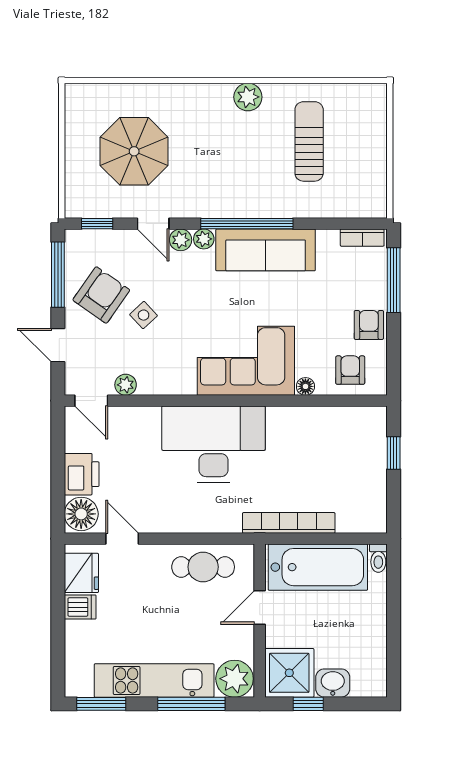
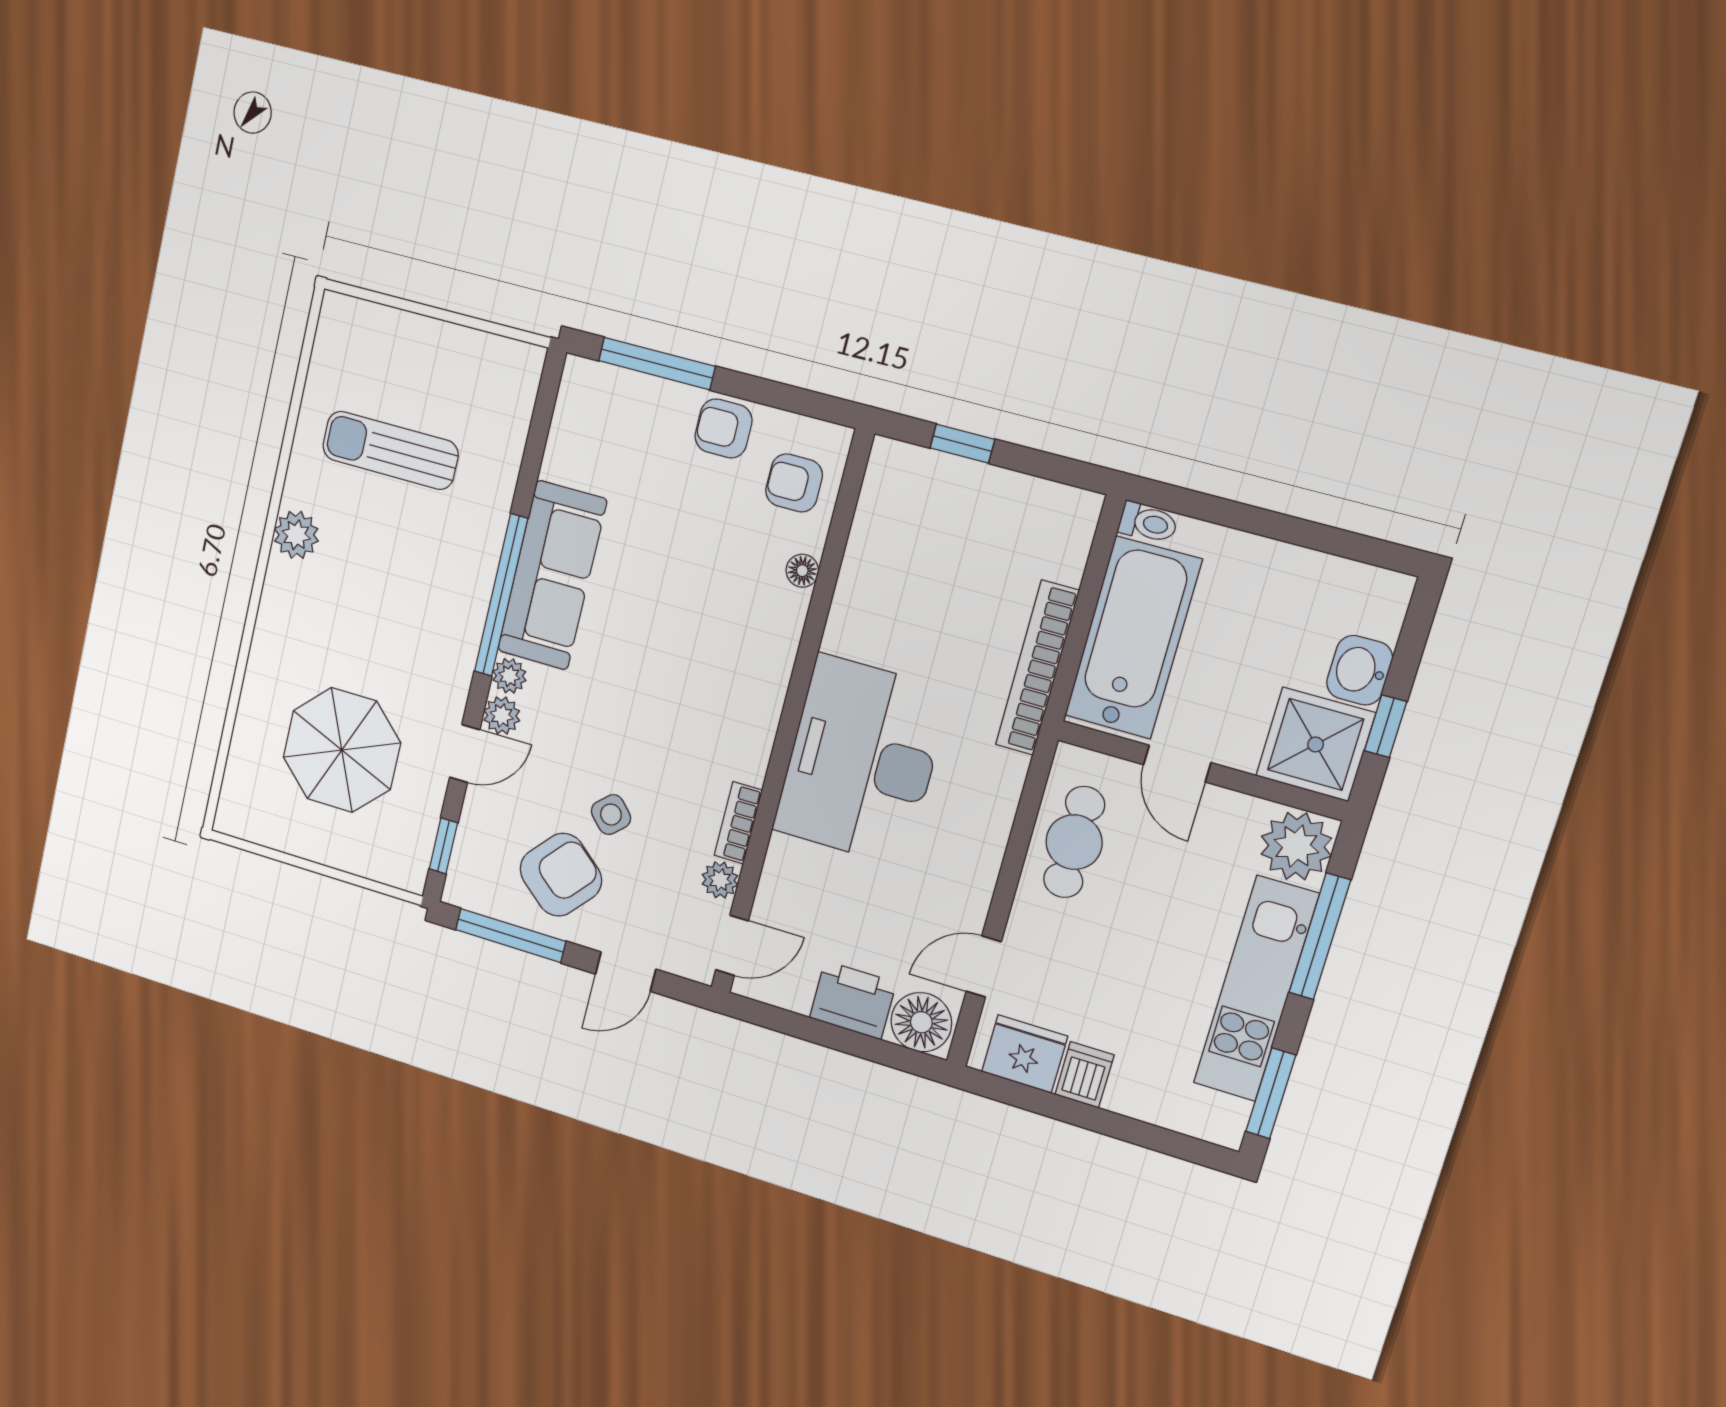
bookcase: (362, 238) -> (738, 823), moved, turned 180
armchair: (101, 295) -> (561, 875), turned 96
corner sofa: (246, 361) -> (731, 663), removed

